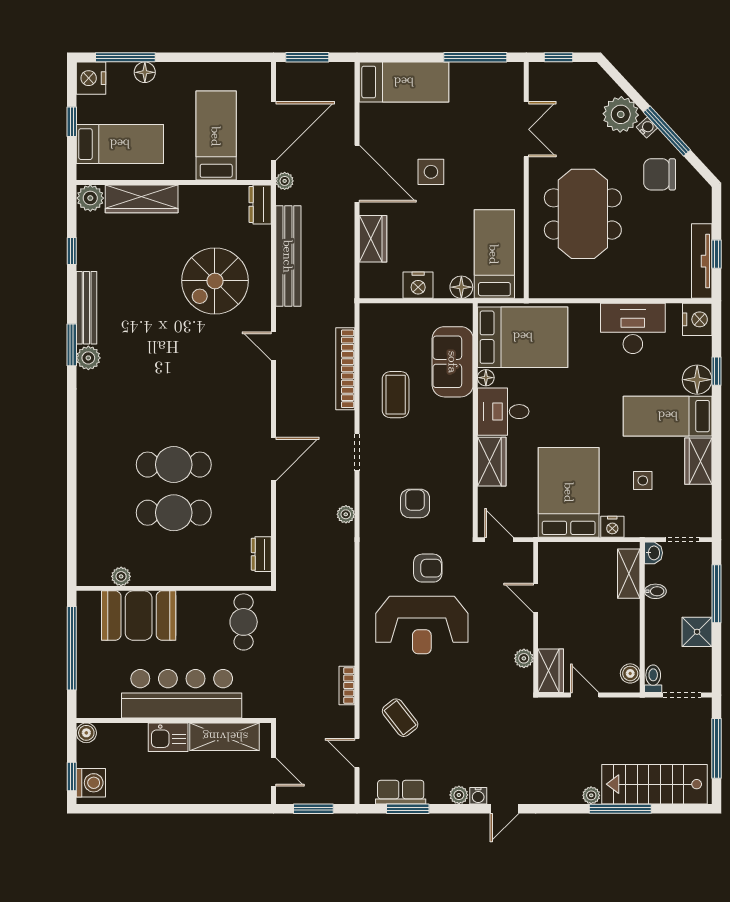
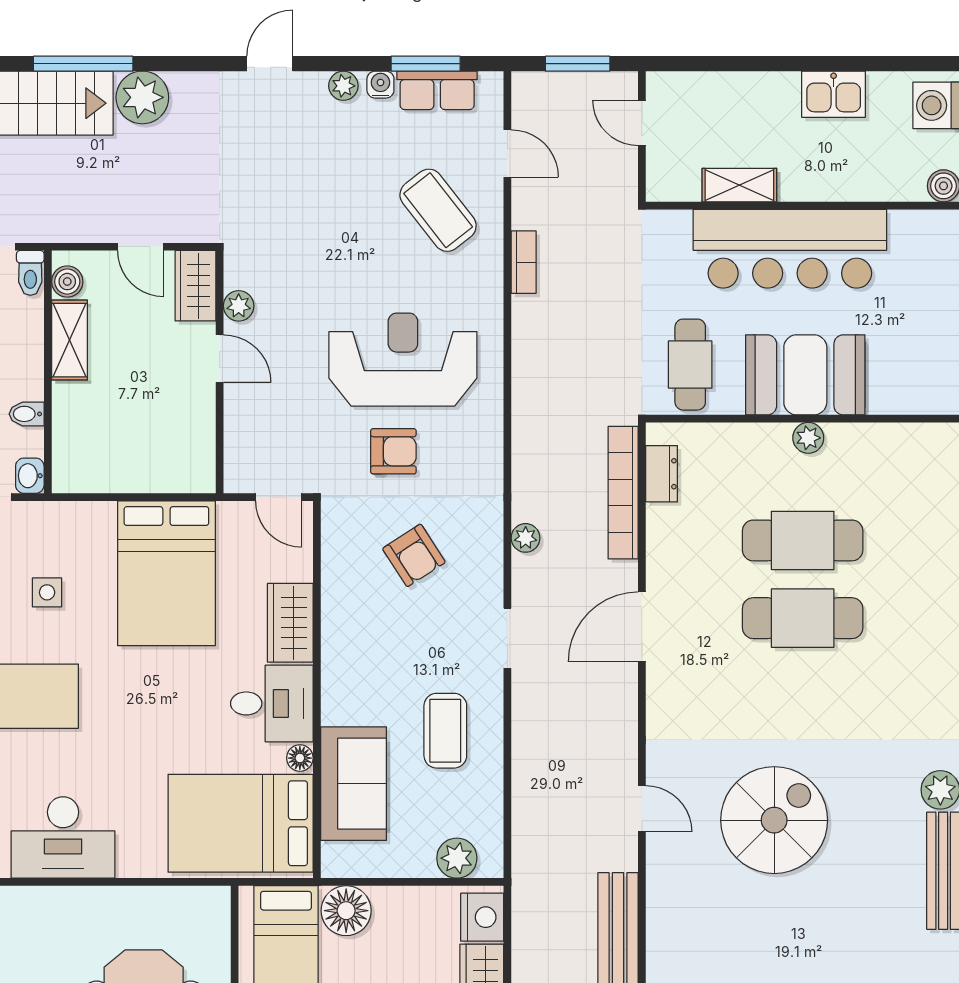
spiral stairs: (215, 281) -> (774, 820), moved
nightstand: (418, 285) -> (482, 917), moved, turned 90
floor lamp: (461, 287) -> (346, 911), width x1.38, depth x1.38
plant: (388, 316) -> (457, 858), added
bookcase: (345, 369) -> (623, 493), moved, turned 180
armchair: (415, 503) -> (414, 555), turned -33
nightstand: (612, 527) -> (96, 518), removed
armchair: (428, 568) -> (393, 451), turned 180
shelving: (629, 574) -> (70, 340), moved
plant: (121, 576) -> (808, 438), moved
door: (536, 598) -> (220, 359), moved
booth: (139, 616) -> (805, 375), moved
coffee table: (400, 718) -> (438, 210), width x1.36, depth x1.30
kitchen sink: (168, 737) -> (834, 94), moved, turned 180
shelving: (225, 737) -> (739, 185), width x0.67, depth x0.75
plant: (591, 795) -> (142, 97), width x1.87, depth x1.87
water cooler: (478, 796) -> (380, 85), moved

